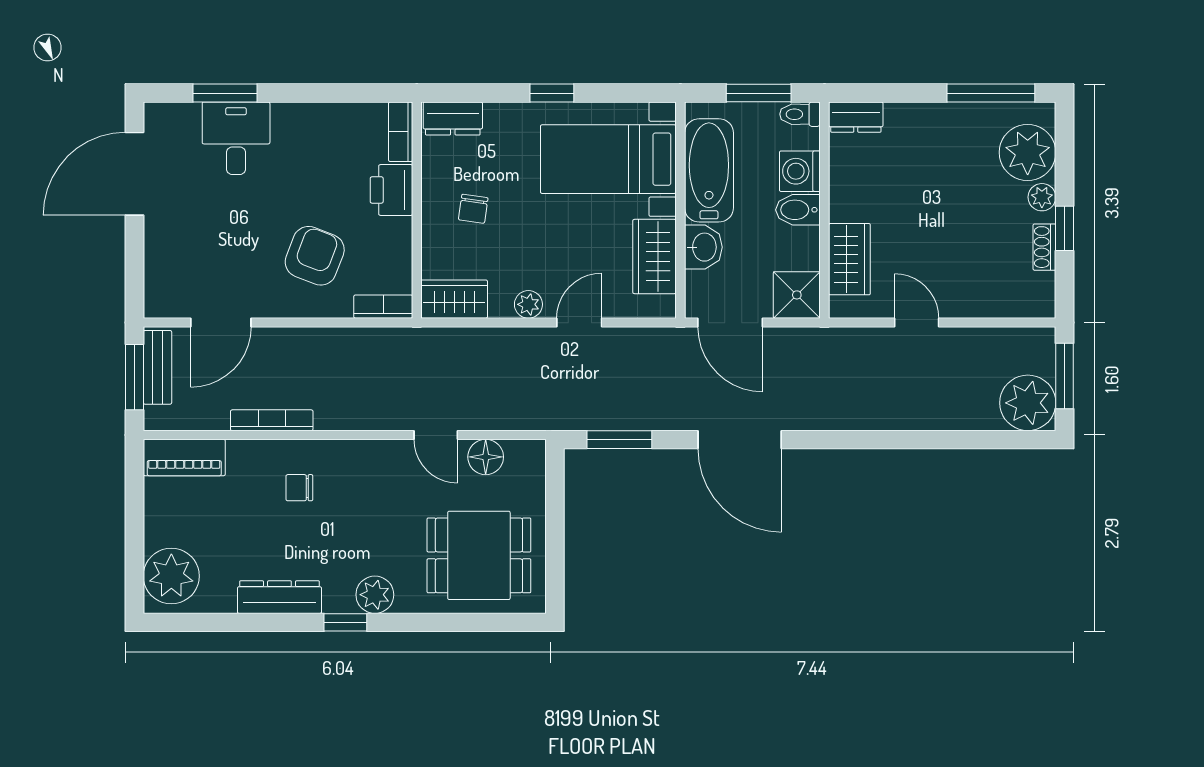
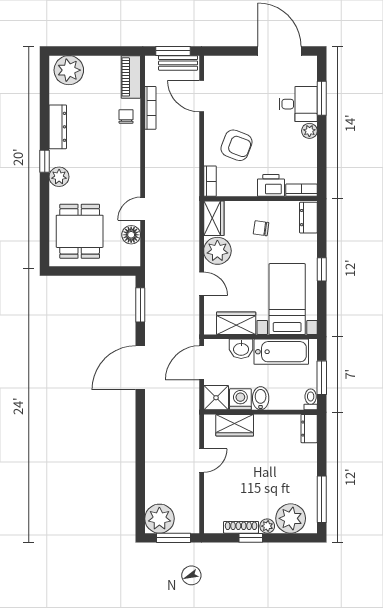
plant: (287, 117) -> (309, 131), added
washing machine: (800, 171) -> (240, 399), moved
shoe rack: (1044, 247) -> (241, 527), width x1.43
plant: (528, 304) -> (217, 251), width x1.87, depth x1.87
bookcase: (272, 420) -> (150, 108), moved
chair: (299, 488) -> (126, 116), moved

